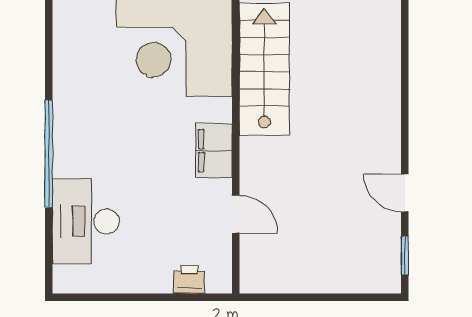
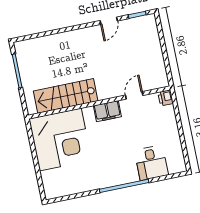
desk: (86, 221) -> (151, 163), width x0.73
printer: (189, 279) -> (166, 98), moved

